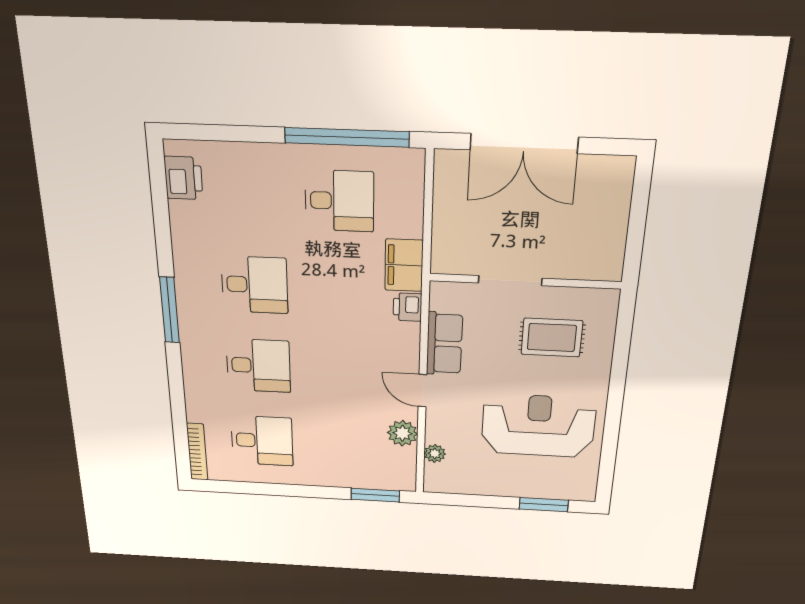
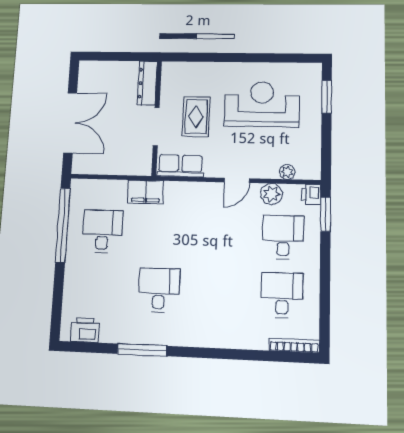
dresser: (585, 267) -> (147, 83), added
printer: (407, 307) -> (311, 195), moved, turned 90
window: (170, 310) -> (142, 350), moved
rug: (552, 338) -> (196, 117), moved
row of seats: (444, 344) -> (180, 166), moved
desk: (258, 366) -> (283, 237), moved
reception desk: (538, 426) -> (262, 104), turned 90

